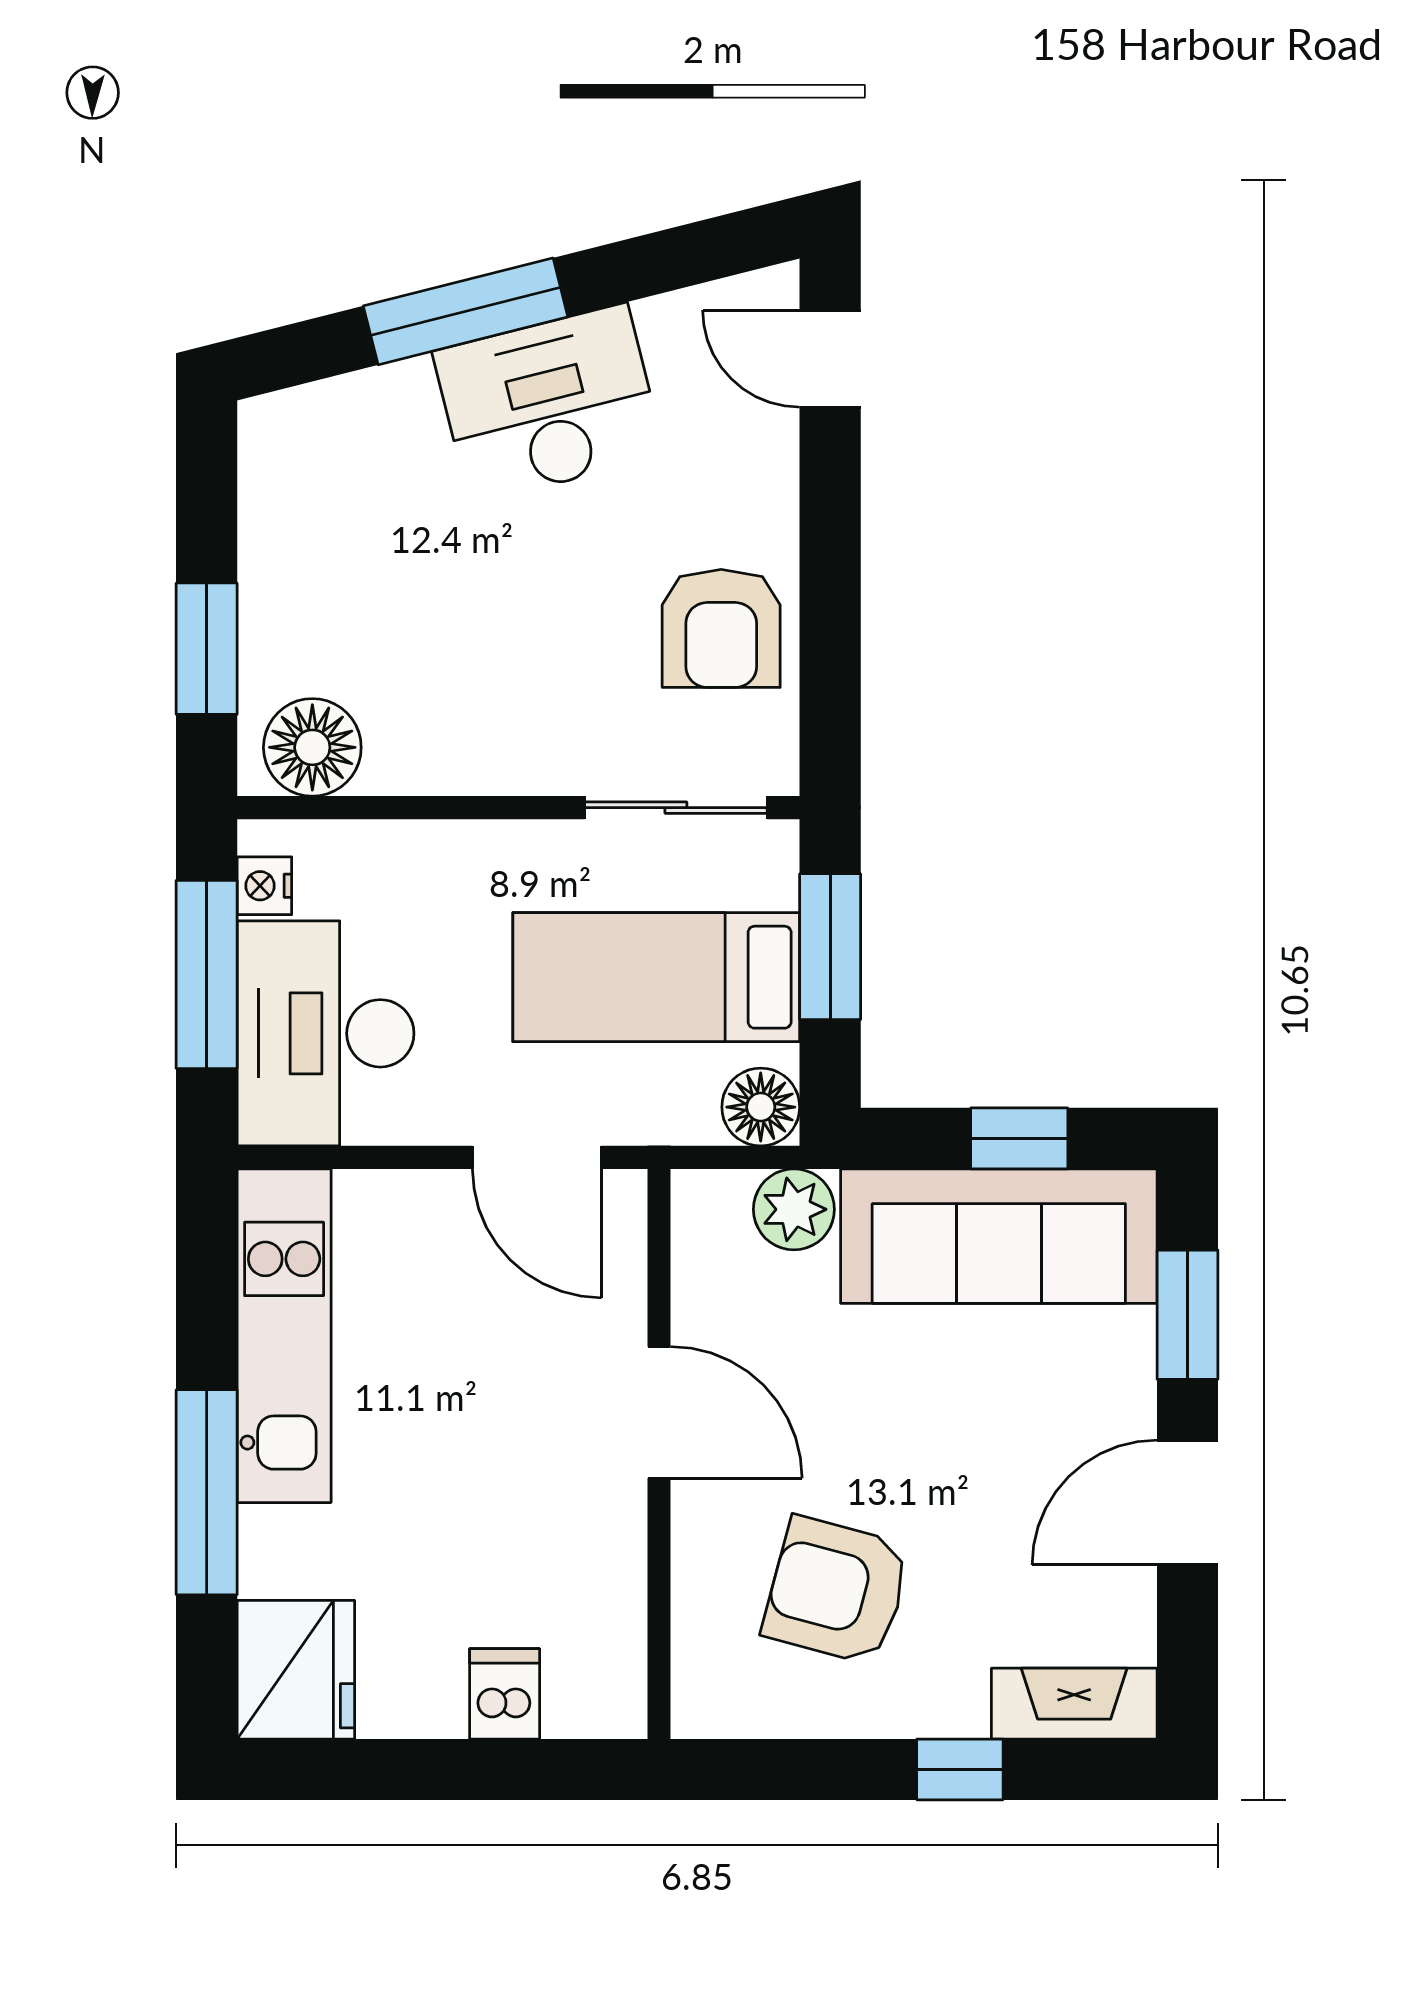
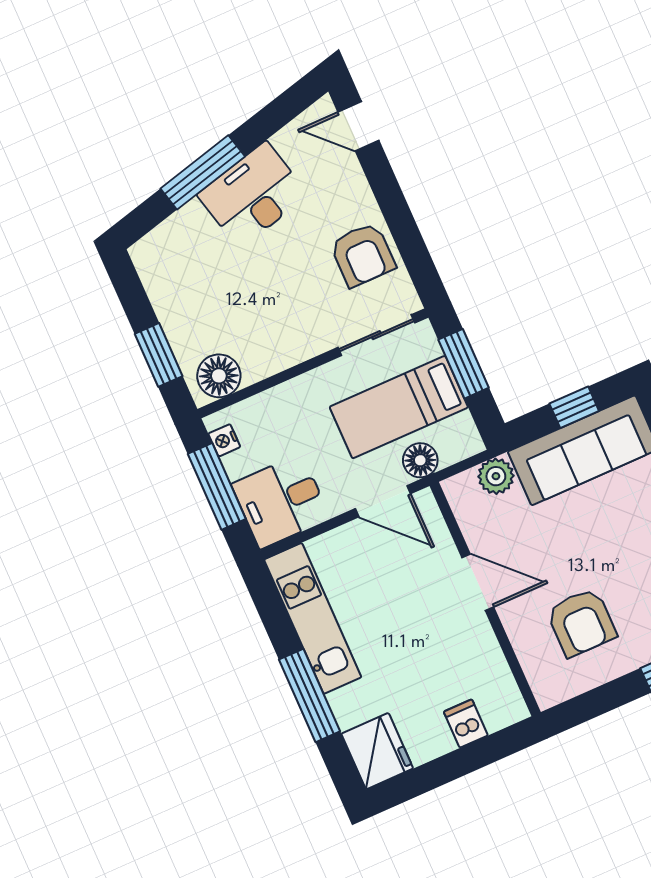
desk: (326, 1033) -> (281, 501), width x0.73
floor lamp: (761, 1107) -> (420, 460), moved
armchair: (837, 1591) -> (581, 622), turned -105

